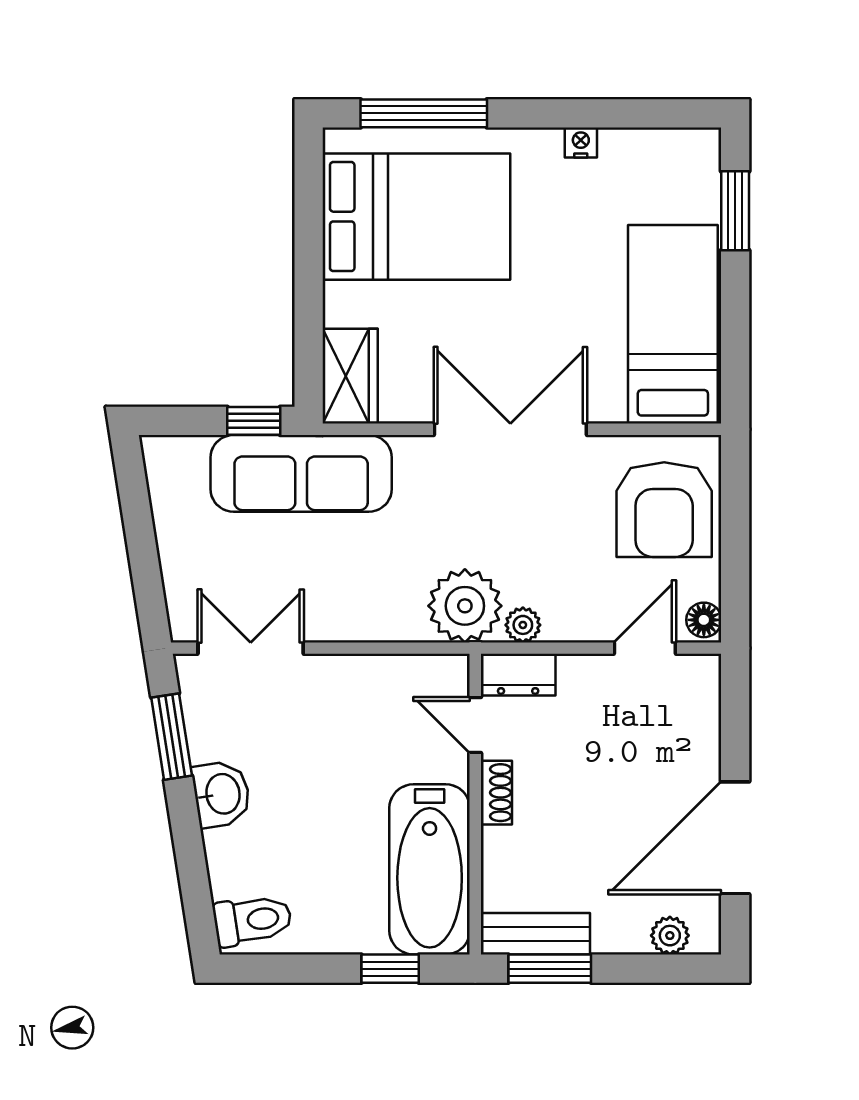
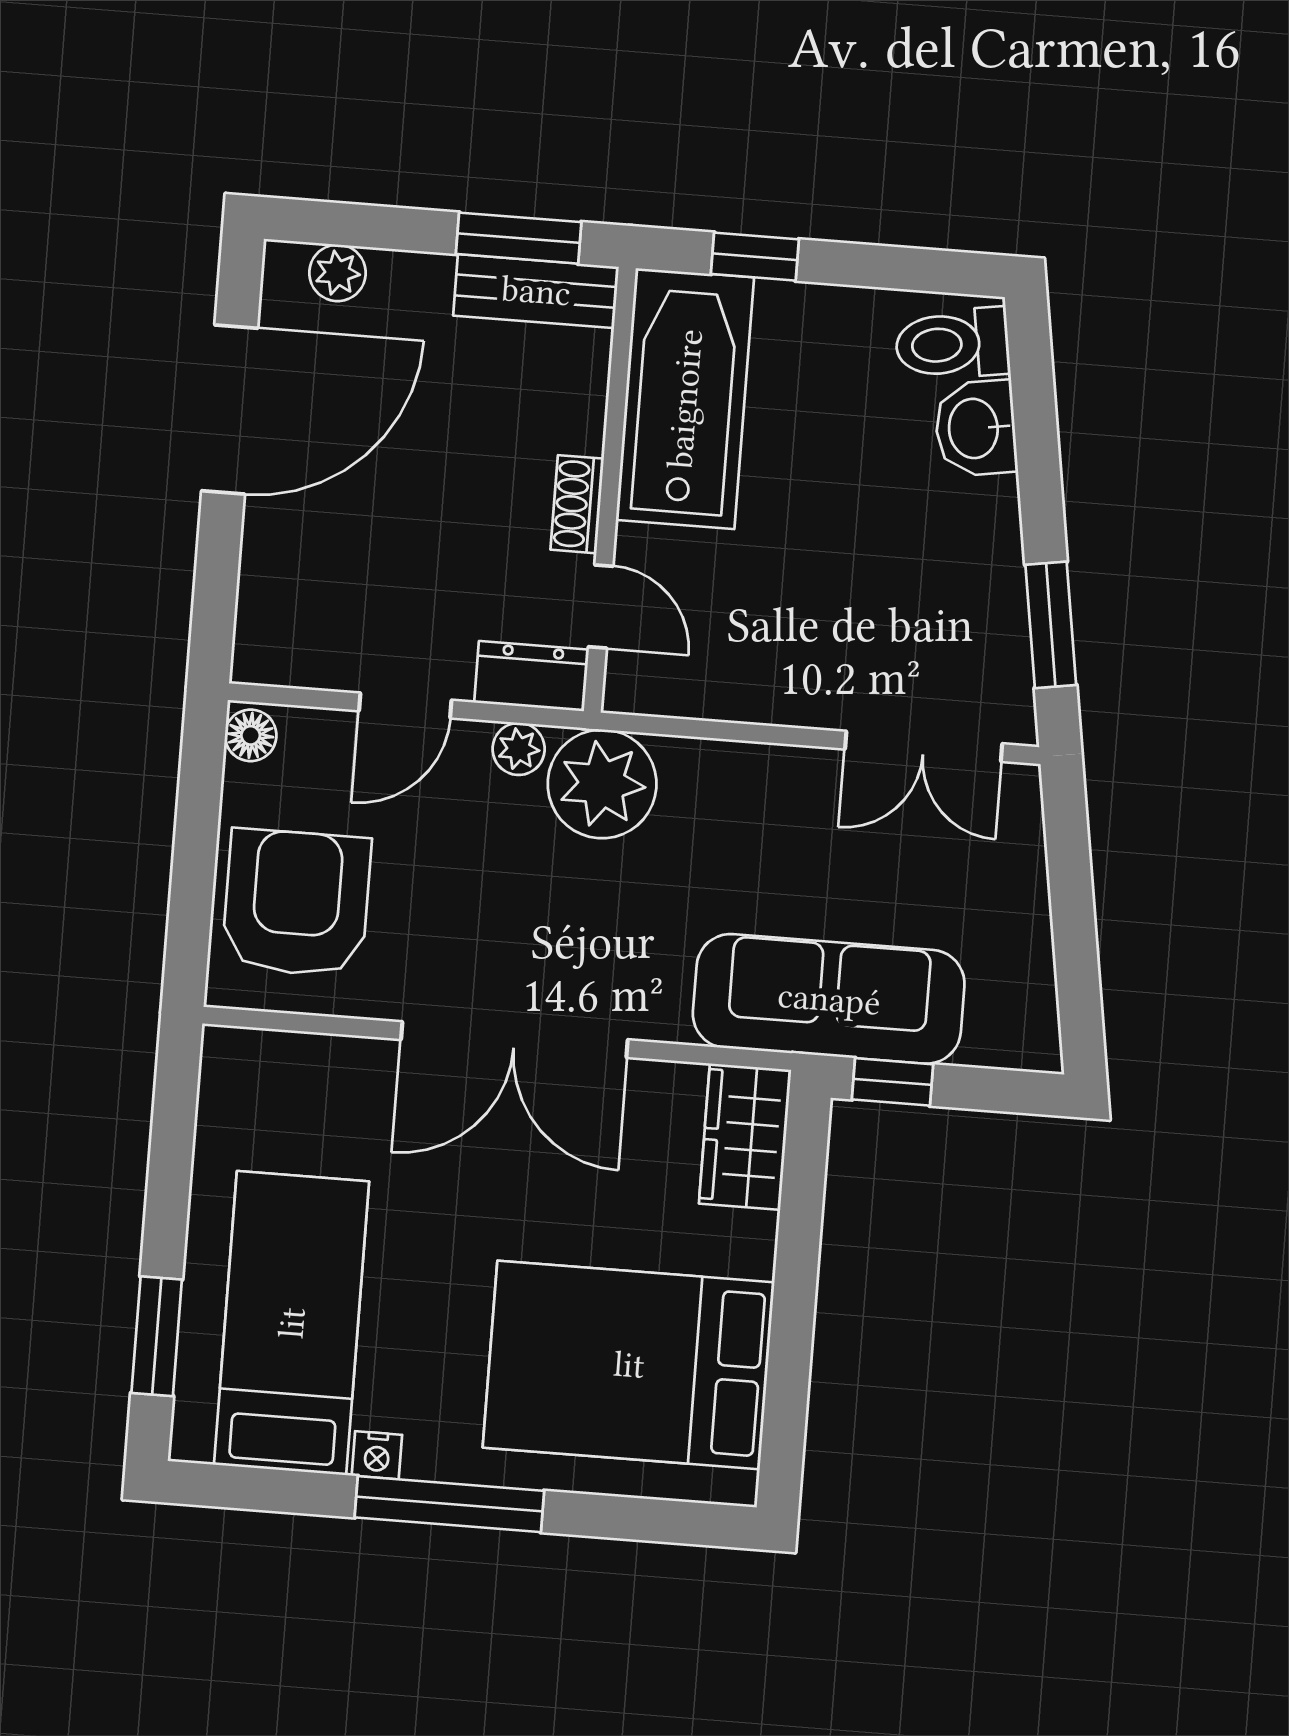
window: (424, 113) -> (449, 1504), moved
bed: (673, 324) -> (292, 1323), moved, turned 180
door: (645, 648) -> (405, 706), moved
washbasin: (221, 794) -> (976, 428), moved

